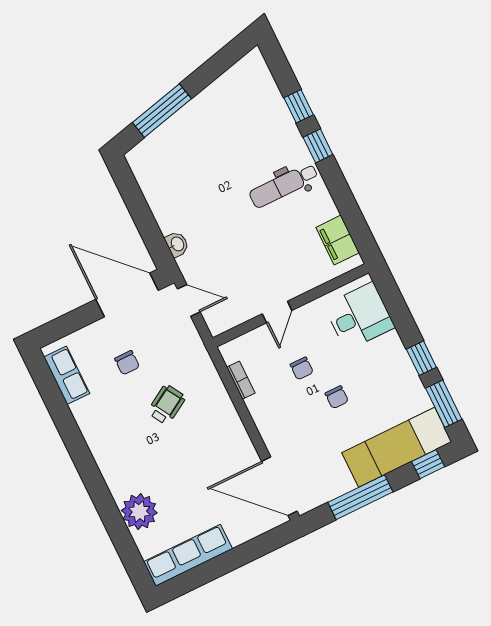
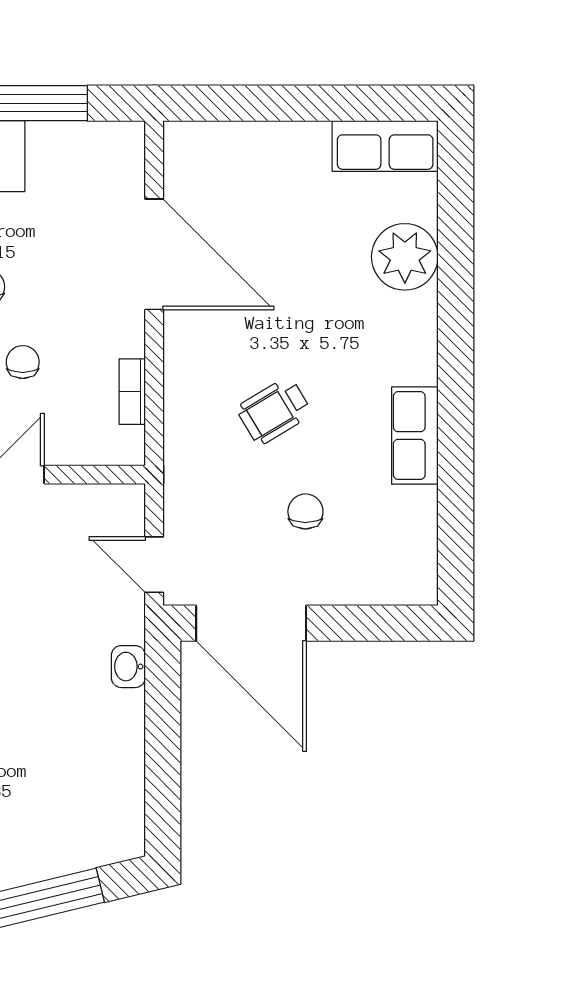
row of seats: (67, 375) -> (415, 436), moved
door: (279, 486) -> (154, 254), moved
row of seats: (188, 555) -> (385, 146), width x0.68

